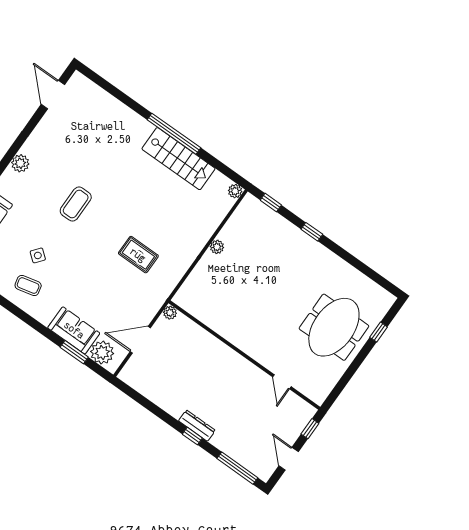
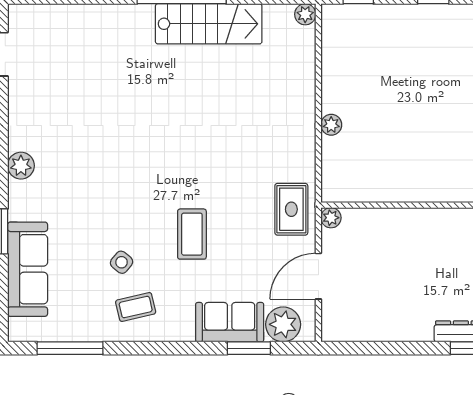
coffee table: (76, 204) -> (192, 234), moved
plant: (217, 247) -> (331, 125), moved
rug: (138, 255) -> (291, 209), moved, turned 90

